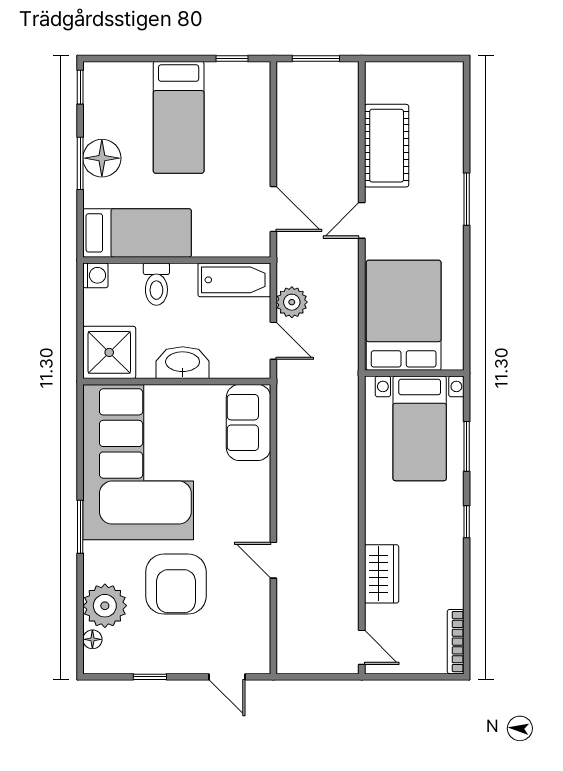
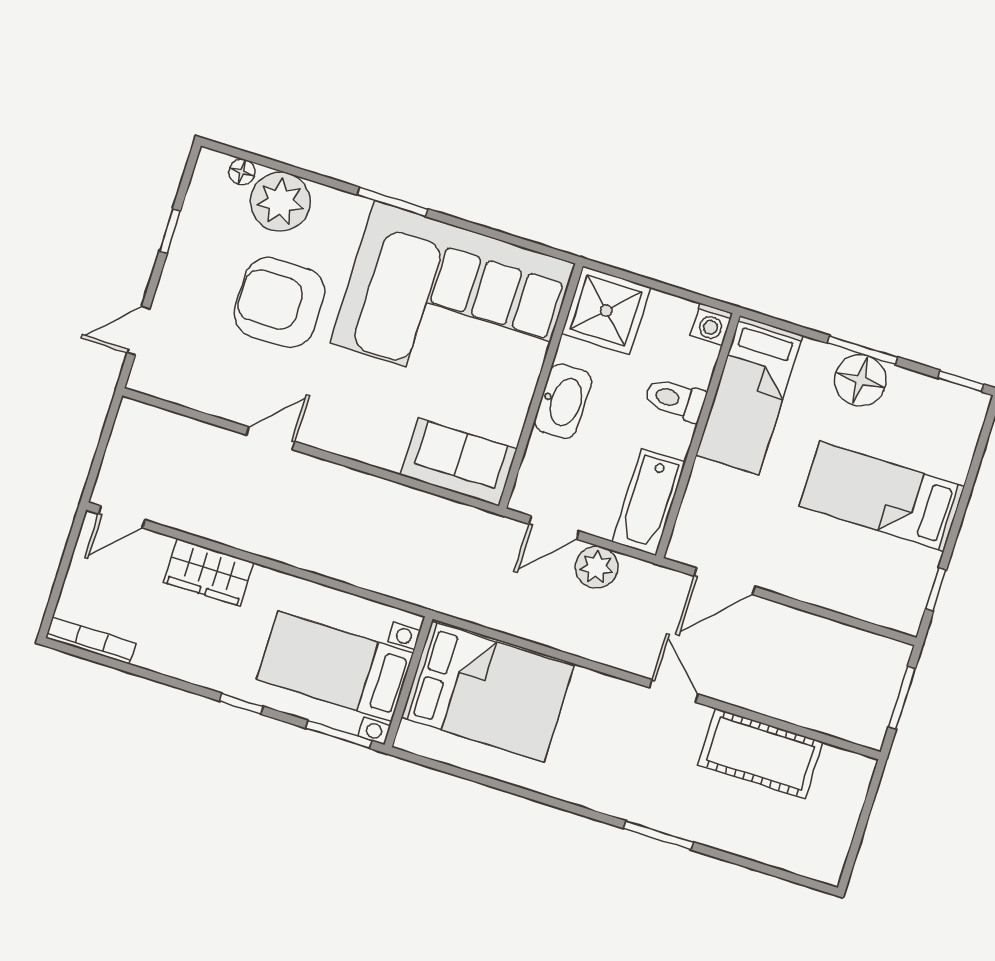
bed: (404, 315) -> (488, 692), moved
wall: (414, 373) -> (408, 682), moved
bed with nightstands: (420, 428) -> (335, 666), moved

